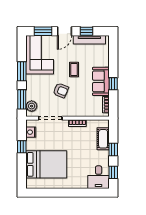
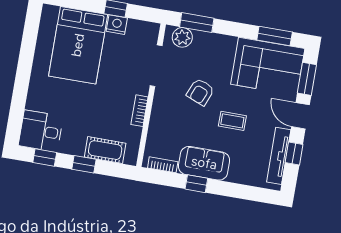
window: (22, 71) -> (275, 36), moved
nightstand: (31, 132) -> (117, 25), moved

